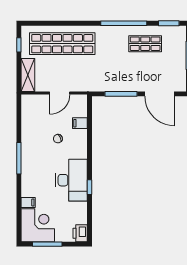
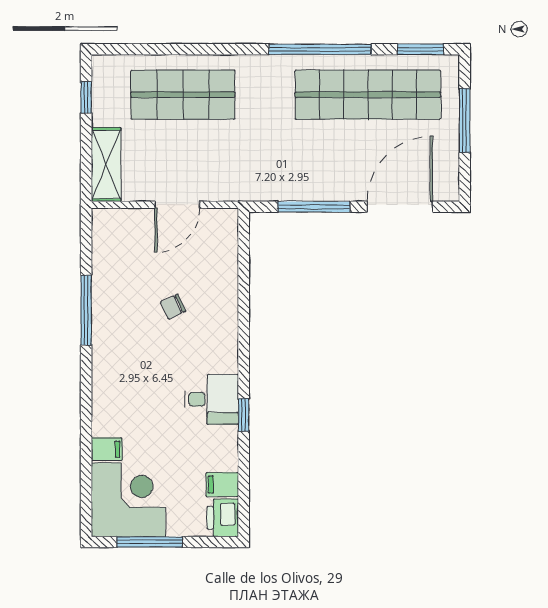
shop shelf: (62, 44) -> (183, 95), width x0.71
shop shelf: (145, 44) -> (368, 95), width x2.00, depth x1.36
door: (159, 94) -> (400, 207), swing flipped
filing cabinet: (80, 123) -> (222, 485), moved
window: (19, 158) -> (86, 310), moved
desk: (71, 180) -> (211, 399), width x0.53, depth x0.77

